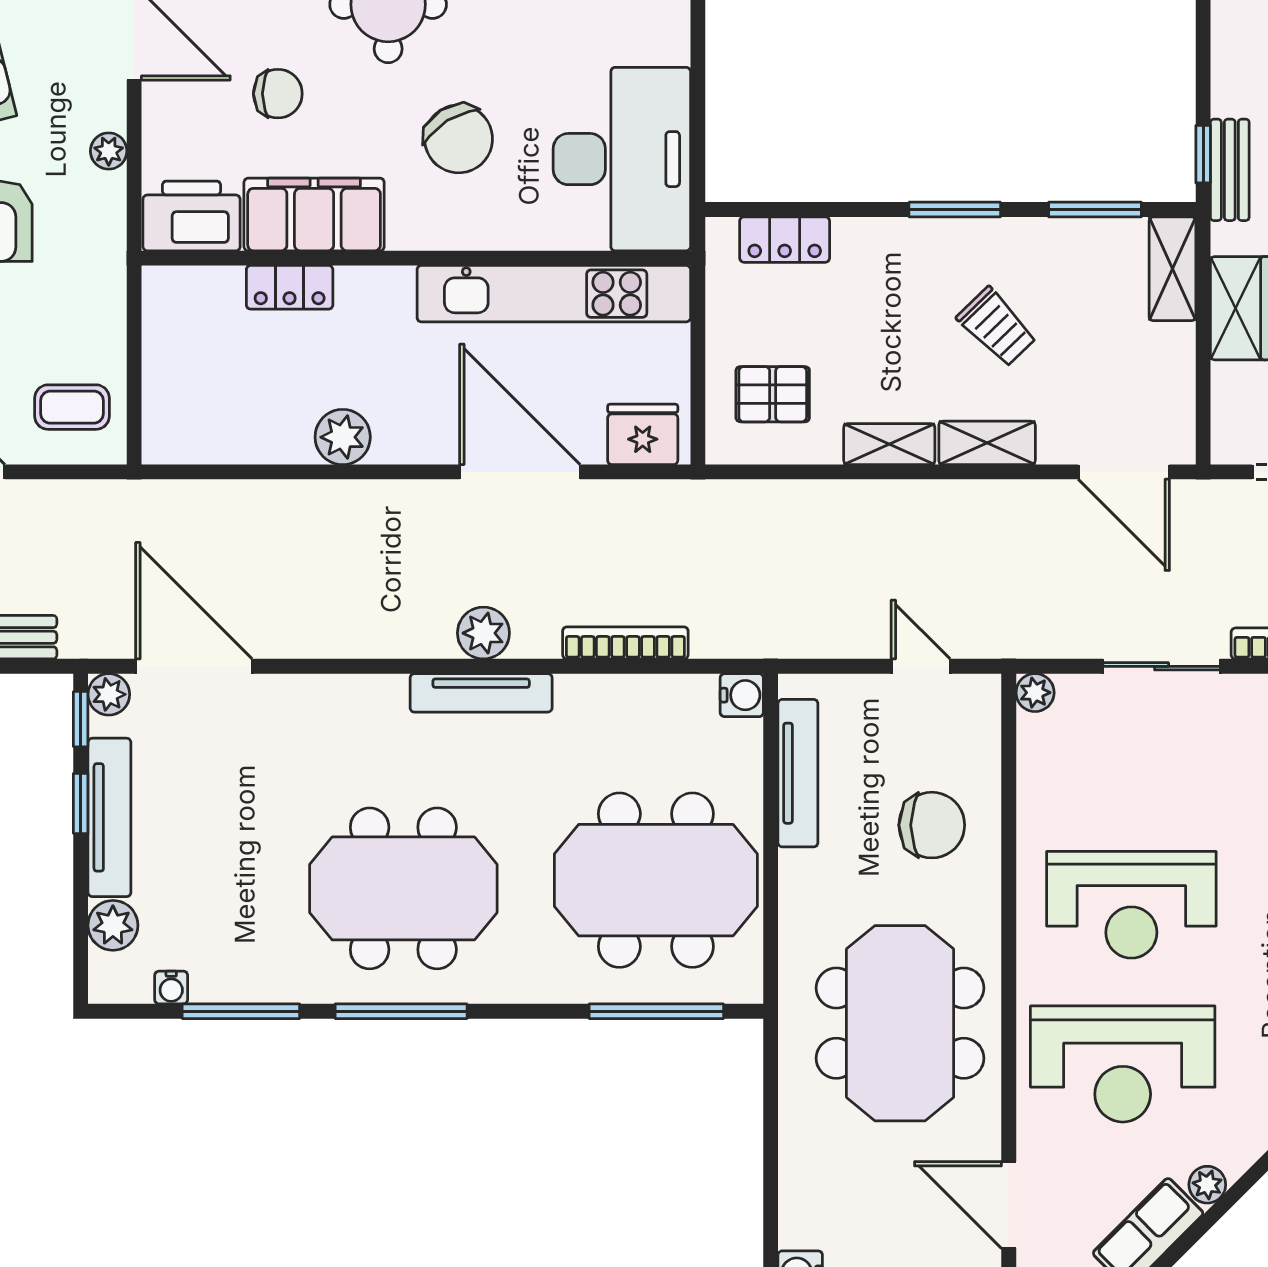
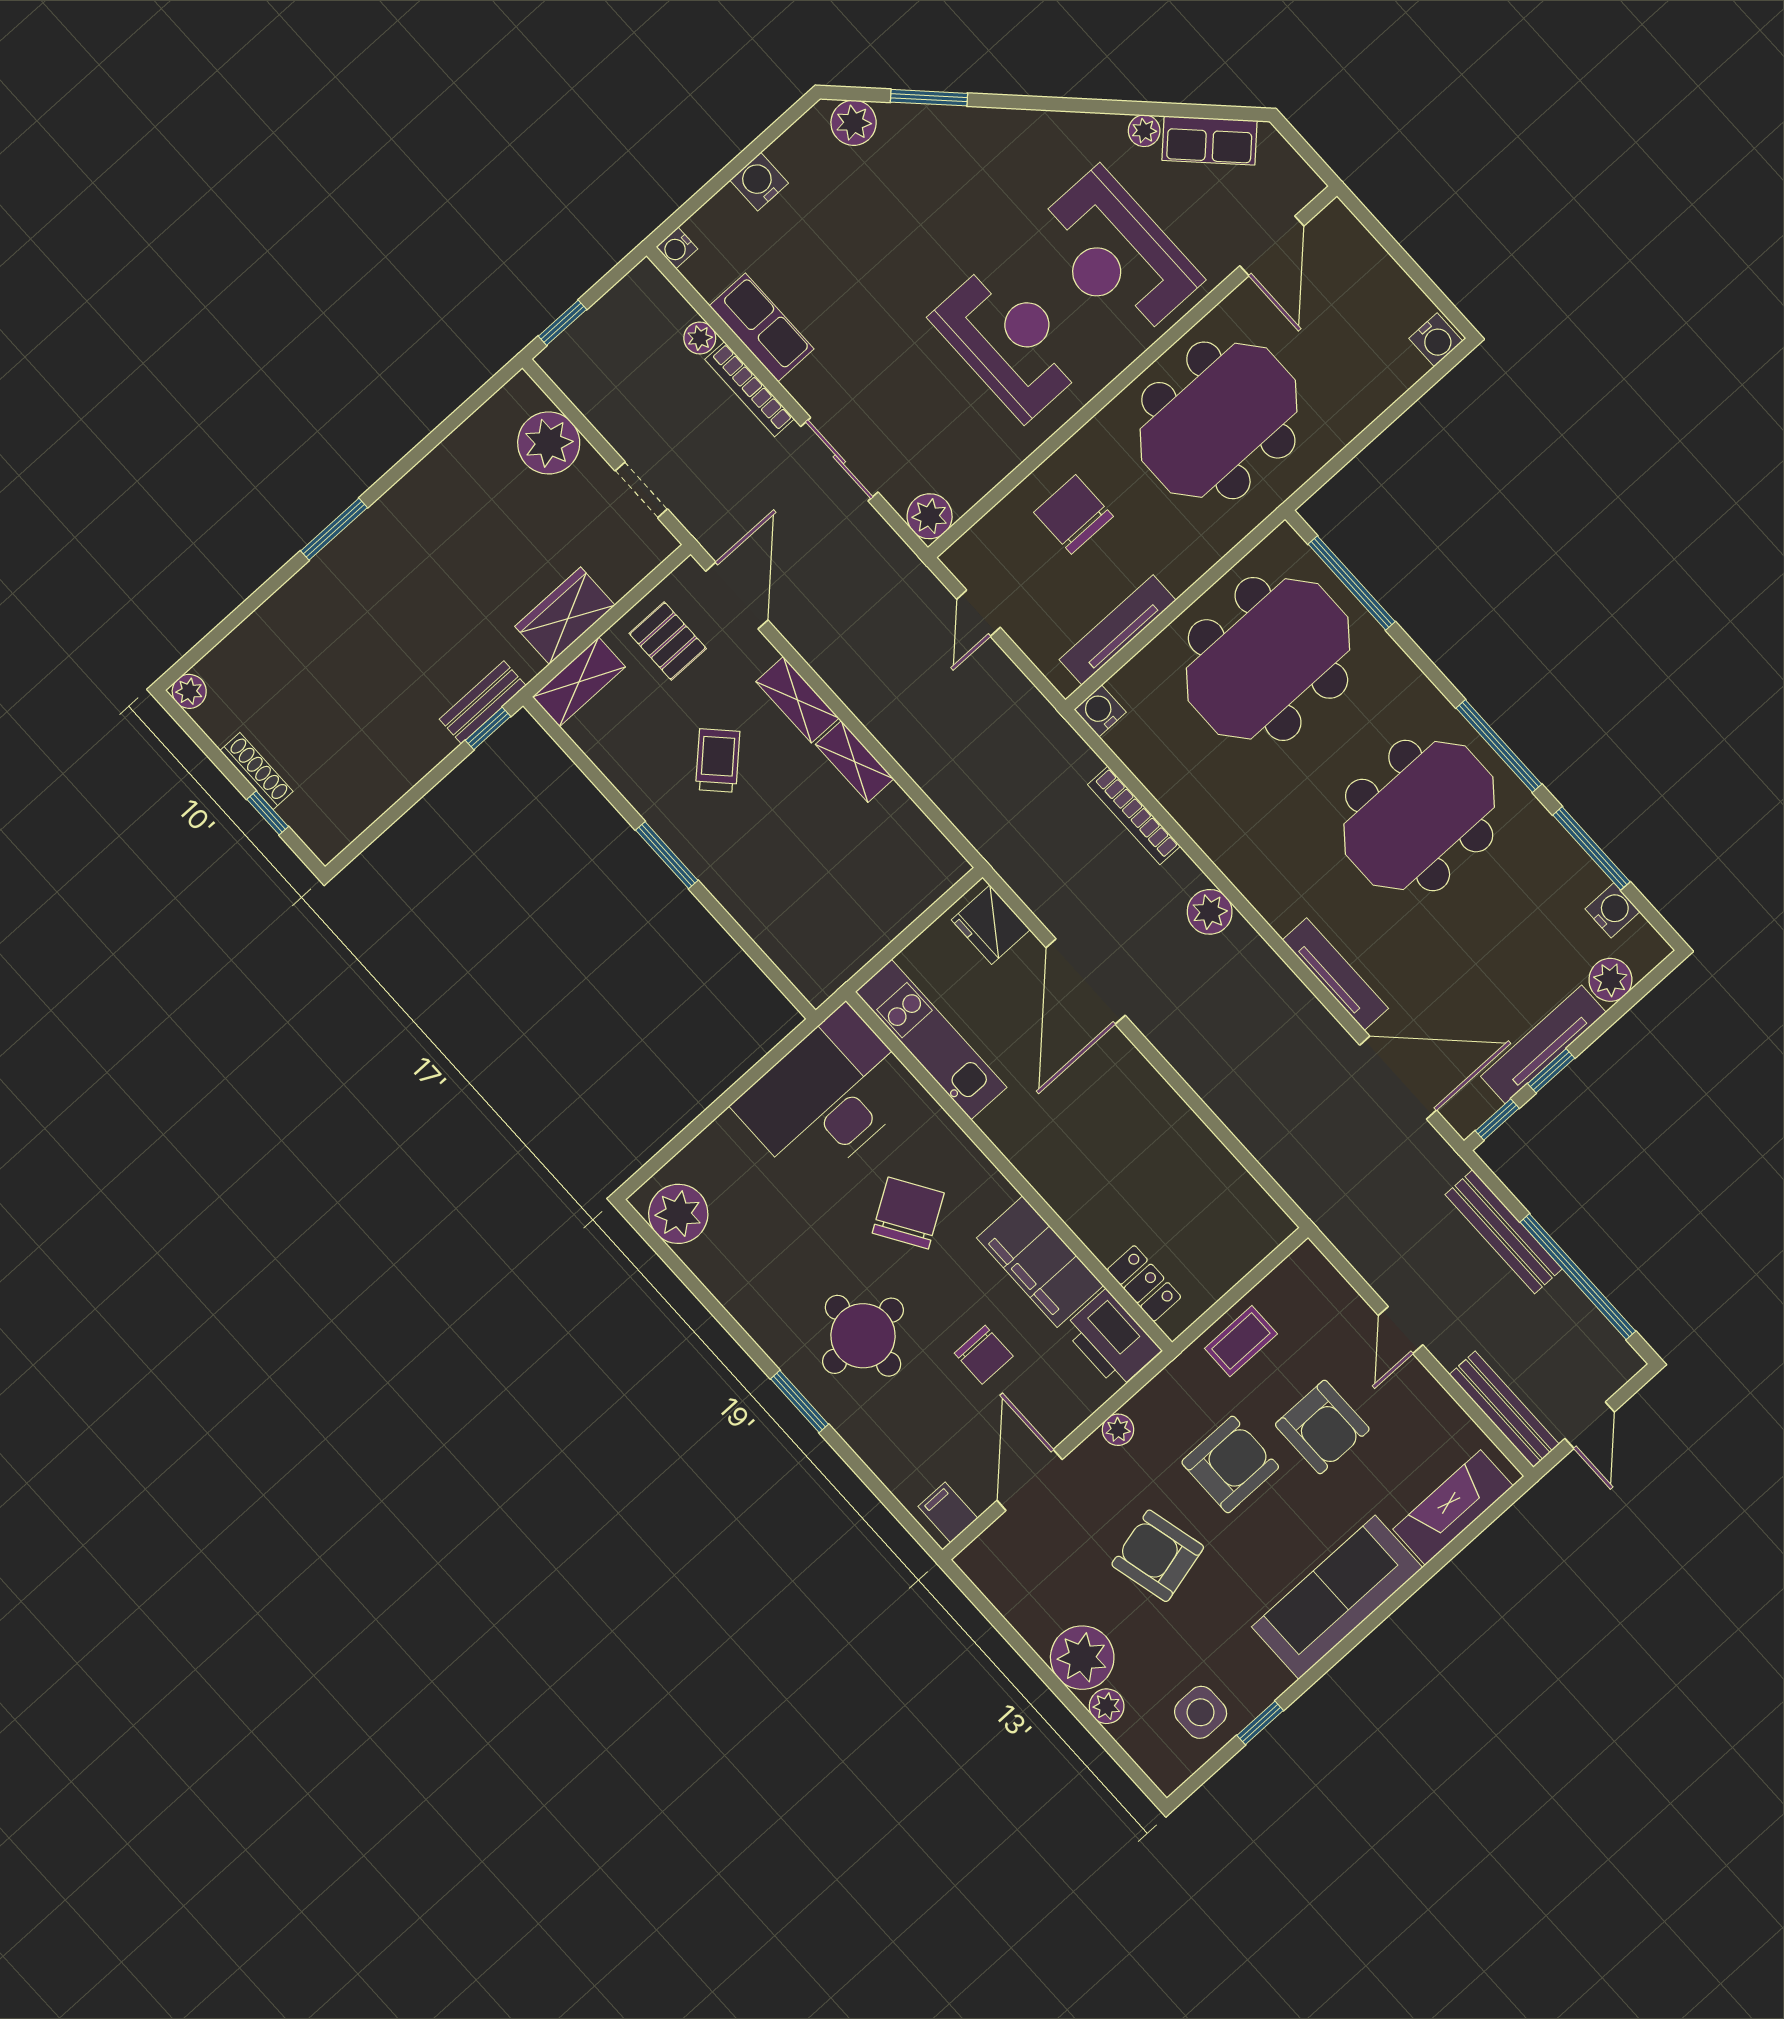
chair: (278, 94) -> (984, 1355), turned 180
window: (1095, 210) -> (586, 766), removed
locker: (785, 240) -> (784, 947), removed
locker: (290, 287) -> (1144, 1283), moved
kitchen unit: (554, 294) -> (931, 1040), width x0.73
pallet: (773, 394) -> (668, 641), moved
coffee table: (72, 407) -> (1241, 1341), moved, turned 90
plant: (343, 437) -> (1166, 1115), removed
door: (194, 666) -> (1398, 1078), swing flipped
tv unit: (481, 693) -> (1335, 974), moved
plant: (1035, 693) -> (930, 516), width x1.38, depth x1.38
plant: (109, 694) -> (1465, 1116), removed
meeting table: (656, 880) -> (1268, 659), turned 90
meeting table: (403, 888) -> (1419, 816), turned 90
water cooler: (171, 988) -> (1612, 910), width x1.38, depth x1.38
reception desk: (1123, 1064) -> (1116, 254), turned 180

